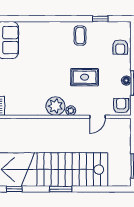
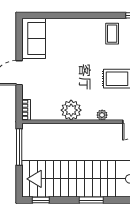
plant: (55, 106) -> (71, 110), moved

